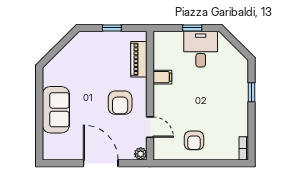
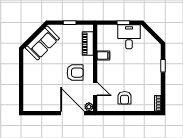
armchair: (120, 103) -> (75, 73), turned -90
sofa: (56, 110) -> (42, 43), moved, turned 45
door: (101, 163) -> (72, 113), moved

